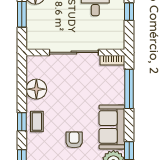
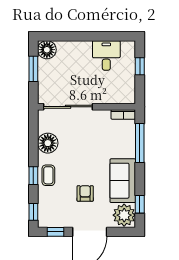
sliding door: (74, 52) -> (68, 107), moved

